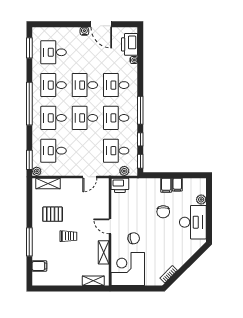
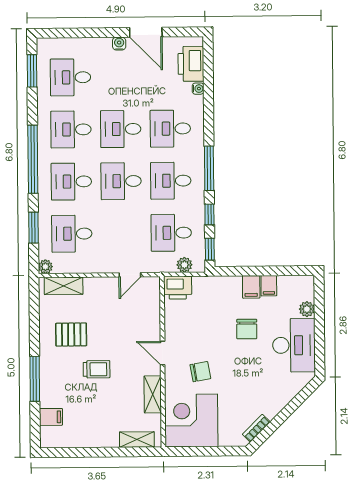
window: (29, 160) -> (33, 228), moved

